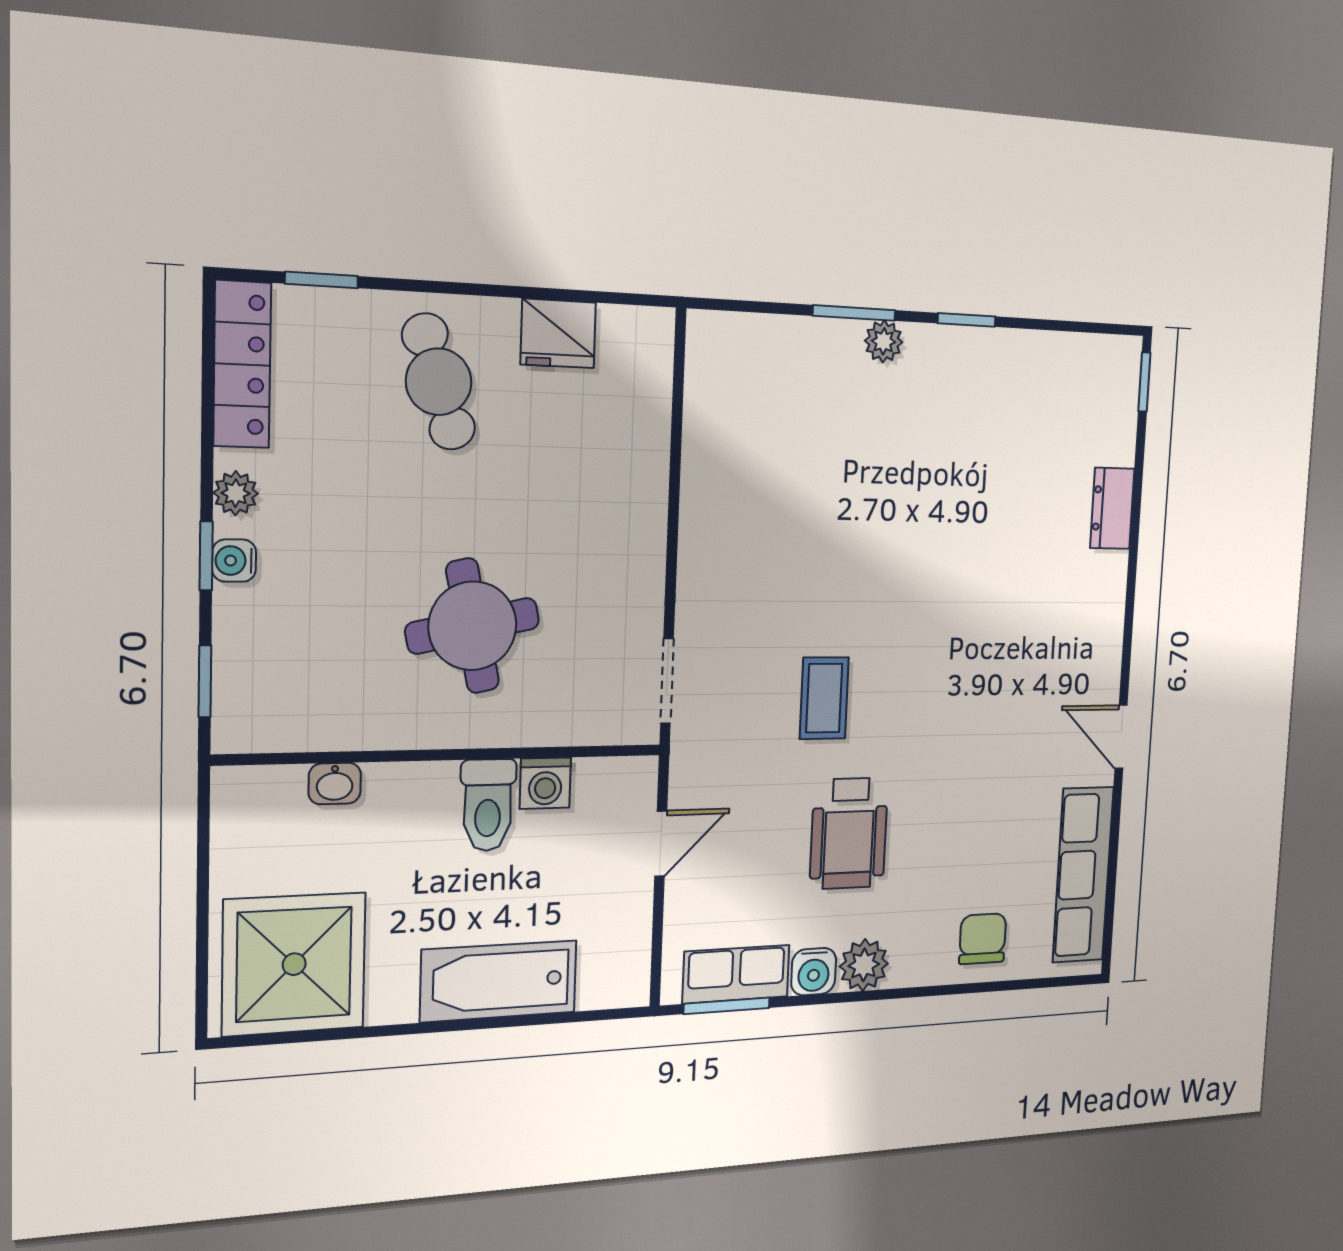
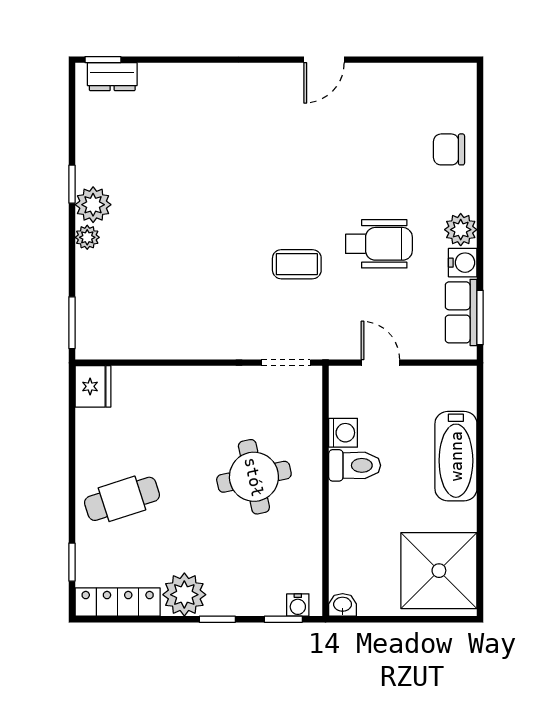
window: (854, 313) -> (72, 323), moved
fridge: (558, 333) -> (93, 386), moved
plant: (933, 354) -> (93, 205), added
plant: (236, 493) -> (184, 595), width x1.87, depth x1.87
dresser: (1112, 508) -> (112, 77), moved
water cooler: (234, 561) -> (298, 605), moved
washbasin: (335, 784) -> (343, 605), moved, turned -90
row of seats: (1083, 875) -> (412, 81), removed

